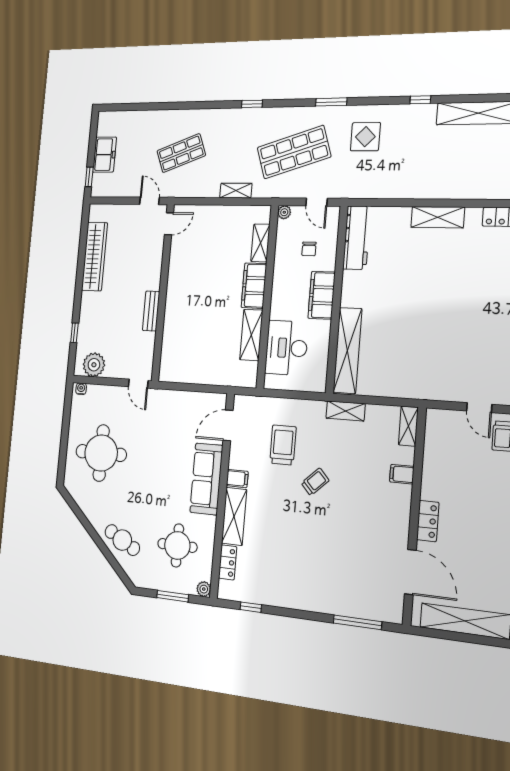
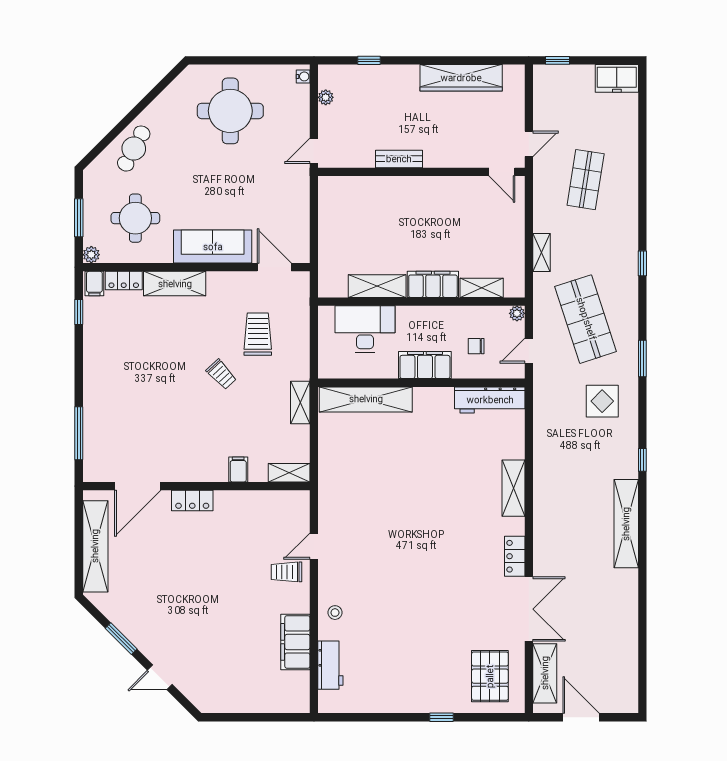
shop shelf: (181, 153) -> (586, 180), turned 30
freezer: (104, 155) -> (617, 78), moved
plant: (94, 365) -> (326, 97), width x0.53, depth x0.53
trolley: (283, 445) -> (258, 334), turned -90
filing cabinet: (237, 479) -> (94, 284), moved

